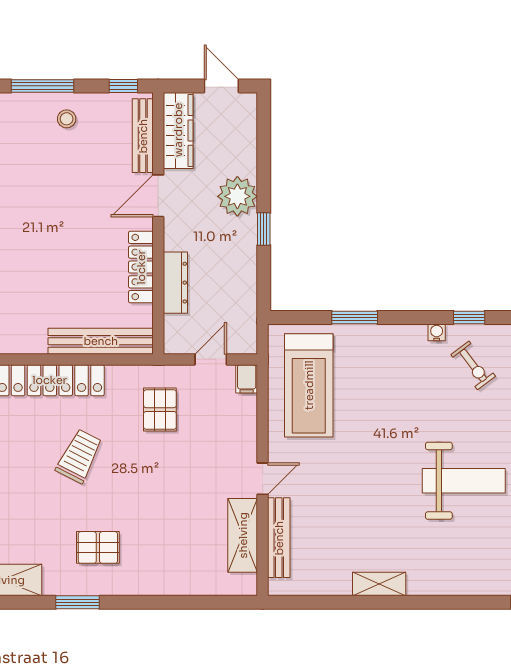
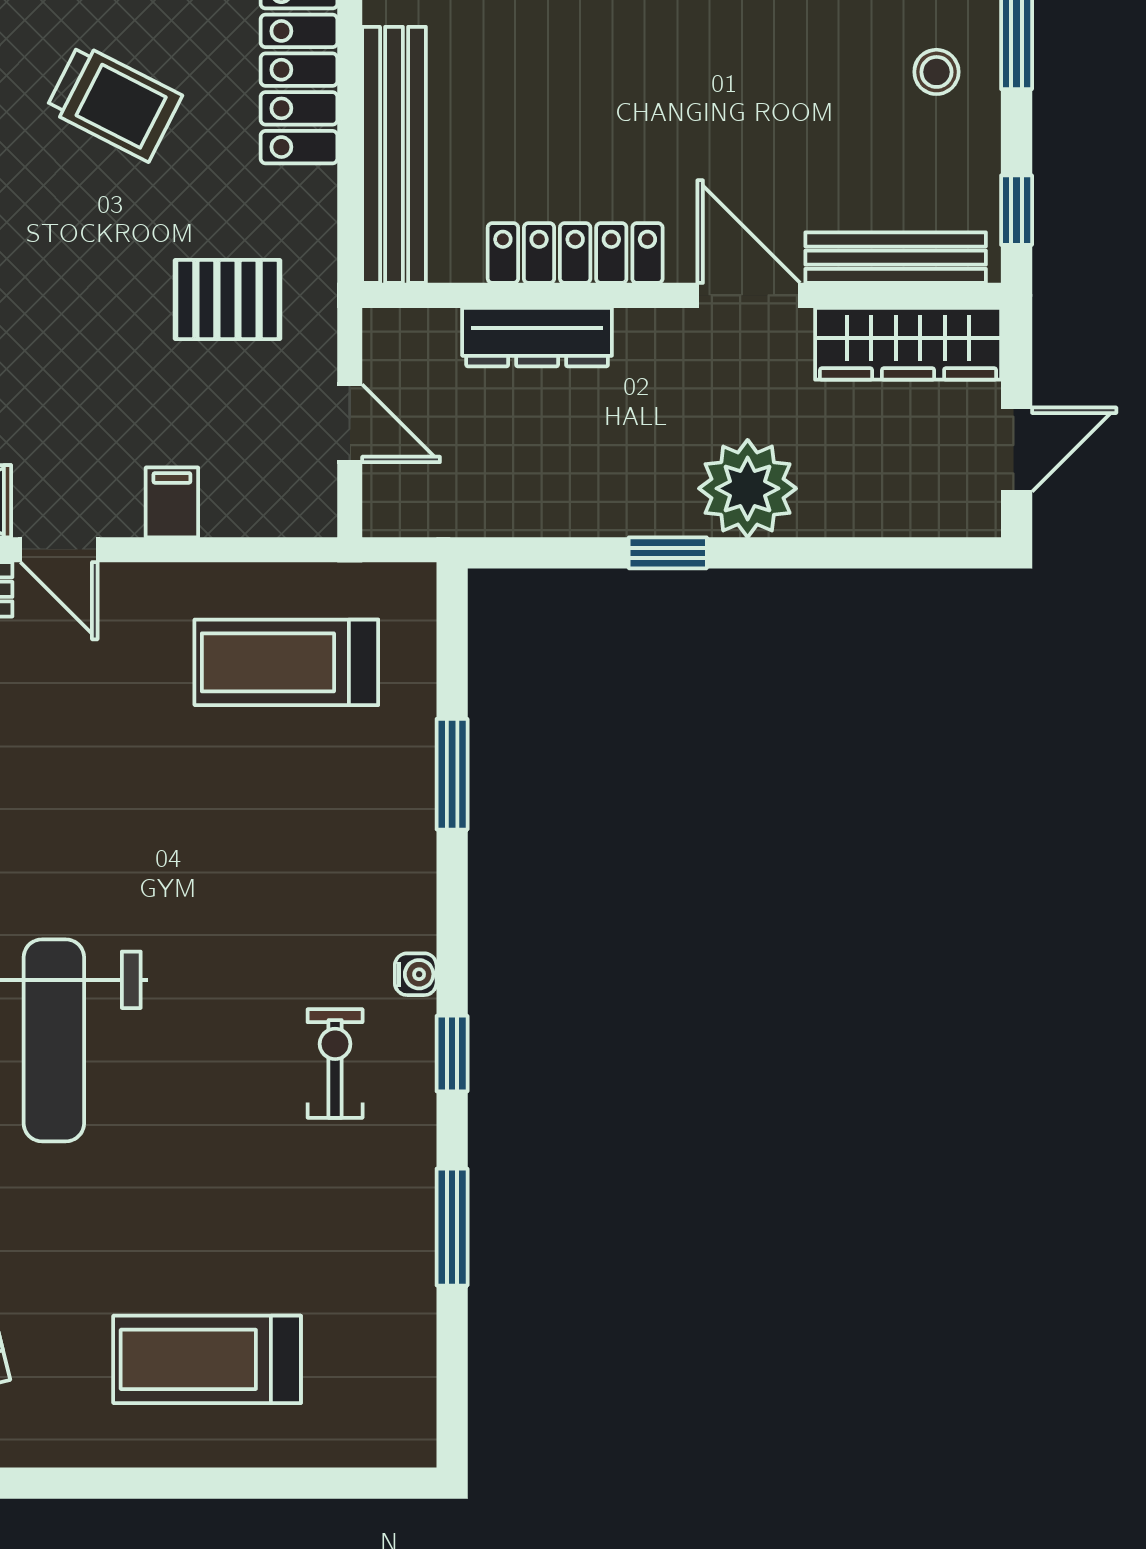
exercise bike: (473, 365) -> (335, 1063), turned 127
filing cabinet: (247, 379) -> (172, 502), moved, turned 90
treadmill: (309, 385) -> (286, 662), width x0.73, depth x0.73

